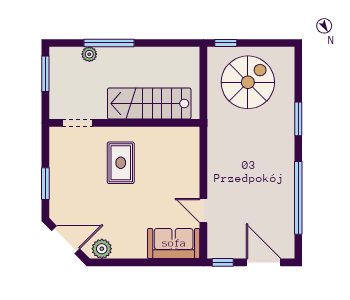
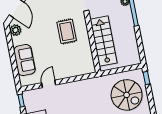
rug: (121, 163) -> (67, 31), turned 90
sofa: (174, 243) -> (24, 60), moved

